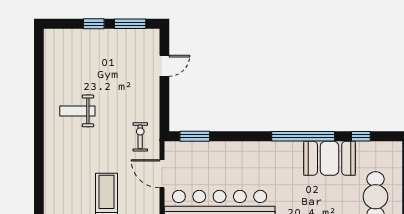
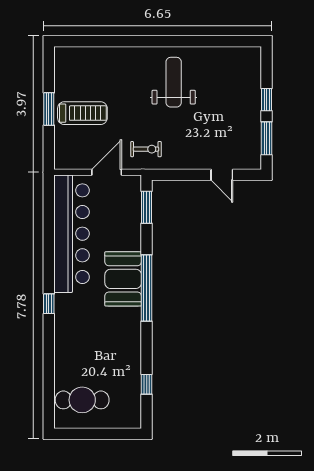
weight bench: (77, 111) -> (174, 82), width x1.36, depth x1.33
window: (303, 136) -> (147, 288), moved
booth: (330, 158) -> (123, 279), moved

